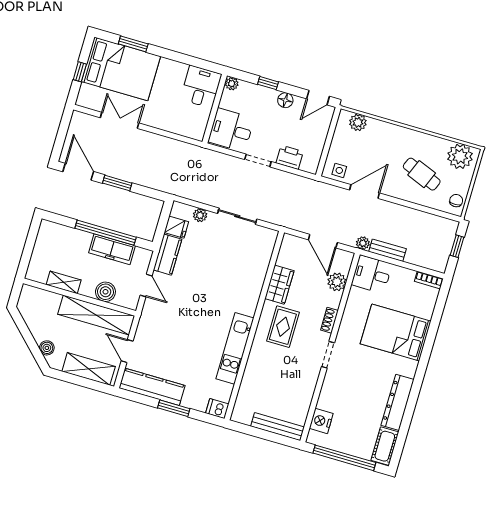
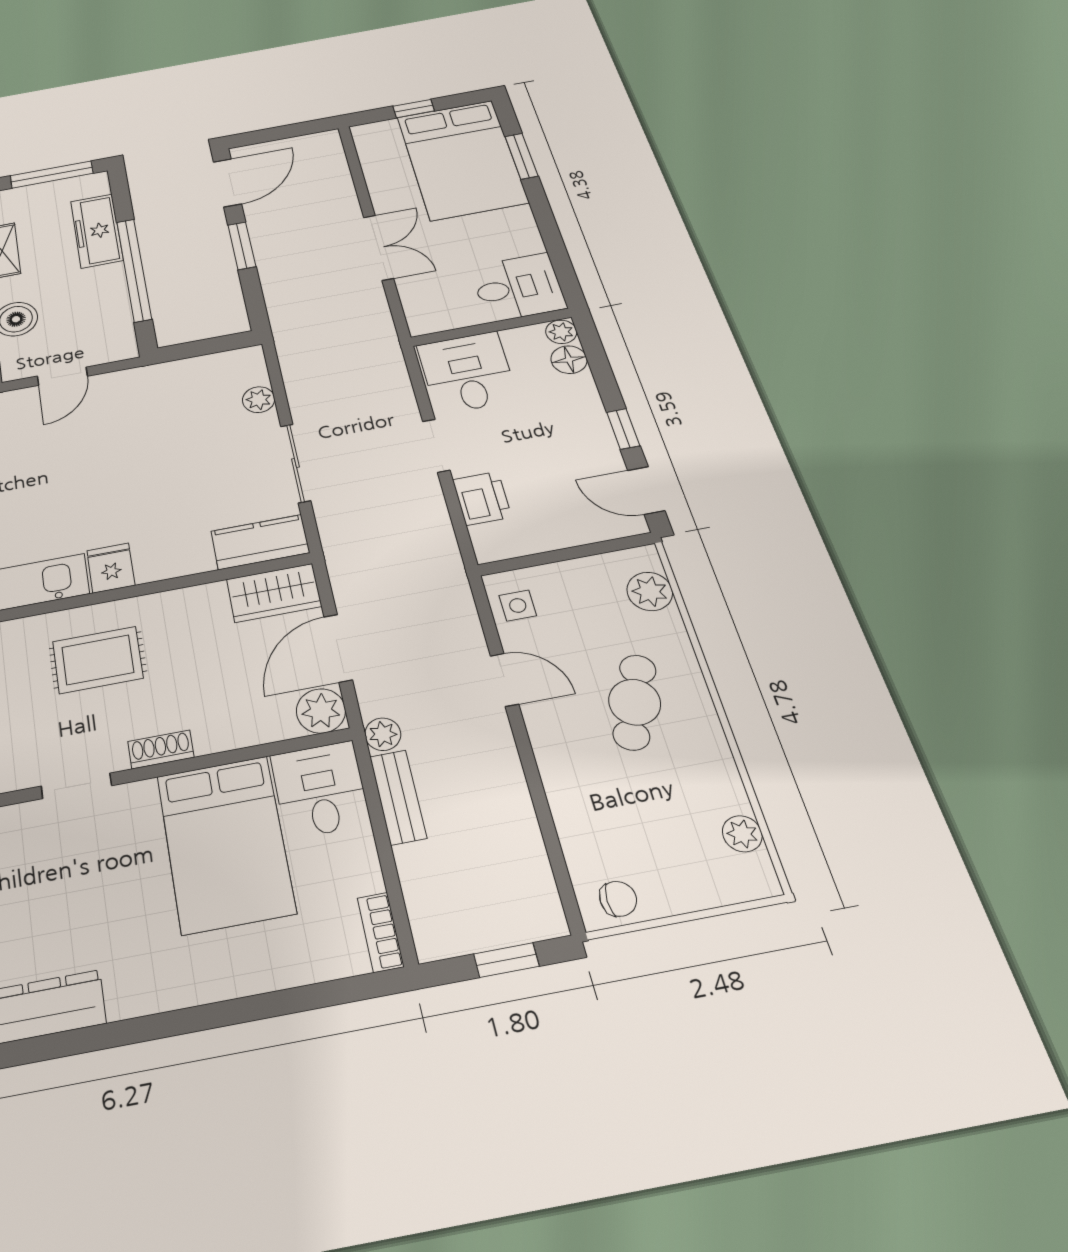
window: (268, 83) -> (623, 429), moved
floor lamp: (285, 100) -> (569, 360), moved
double door: (120, 120) -> (378, 248), moved
plant: (460, 156) -> (742, 834), width x0.53, depth x0.53
cafe table: (422, 174) -> (635, 702), moved
door: (365, 192) -> (504, 680), width x0.73
fridge: (176, 227) -> (111, 568), moved, turned 180
window: (30, 243) -> (52, 175), added
freezer: (112, 249) -> (97, 231), moved
kitchen counter: (168, 255) -> (260, 542), moved, turned 180
plant: (337, 282) -> (321, 711), moved
wardrobe: (279, 285) -> (274, 593), moved
bed: (396, 332) -> (225, 844), moved, turned 180

